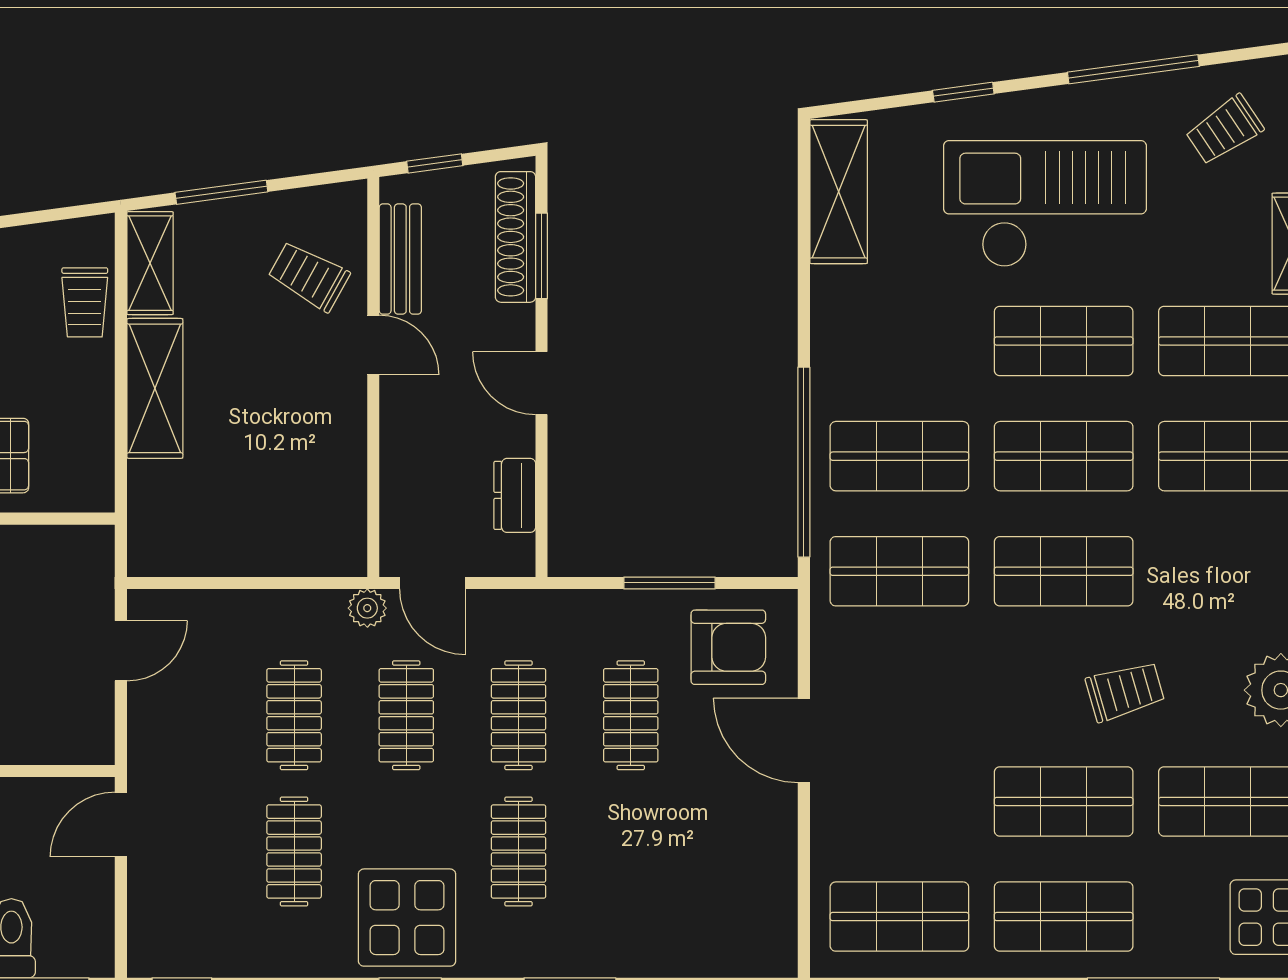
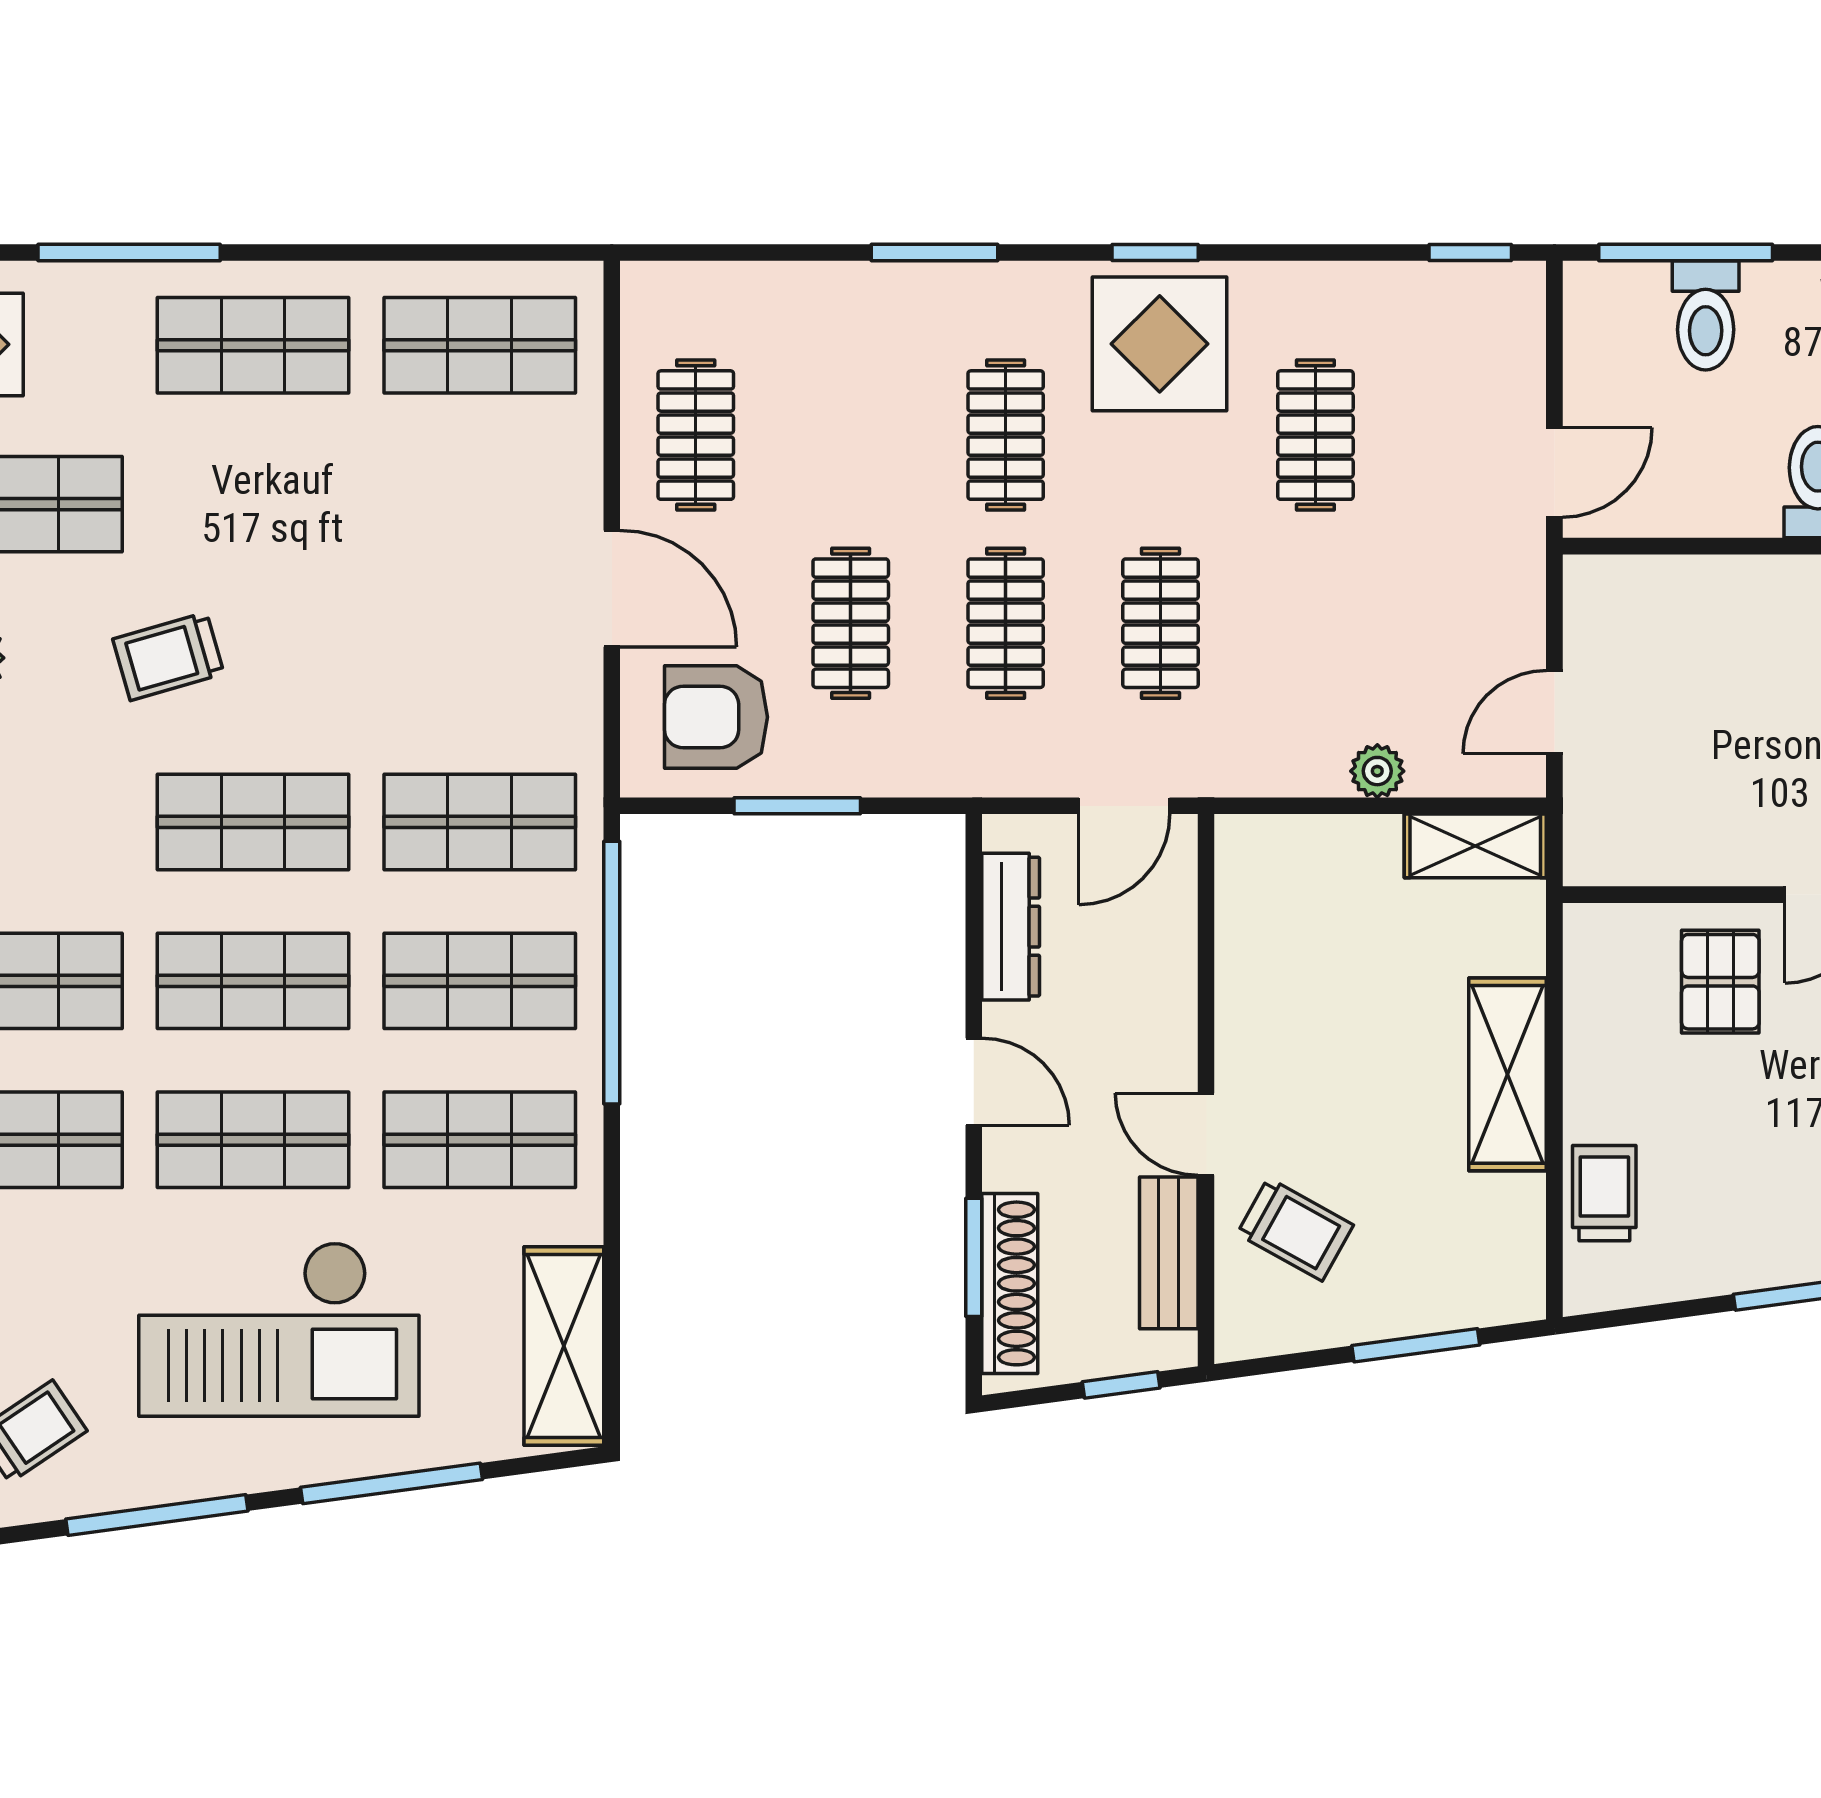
window: (963, 92) -> (392, 1483), width x2.17
shelving: (150, 263) -> (1475, 846), moved, turned 90
dresser: (515, 495) -> (1011, 927), width x1.44
door: (432, 583) -> (1124, 806), swing flipped
plant: (367, 608) -> (1377, 771), moved
clothes rail: (294, 715) -> (696, 435), moved
shop shelf: (1064, 801) -> (480, 1140), moved

